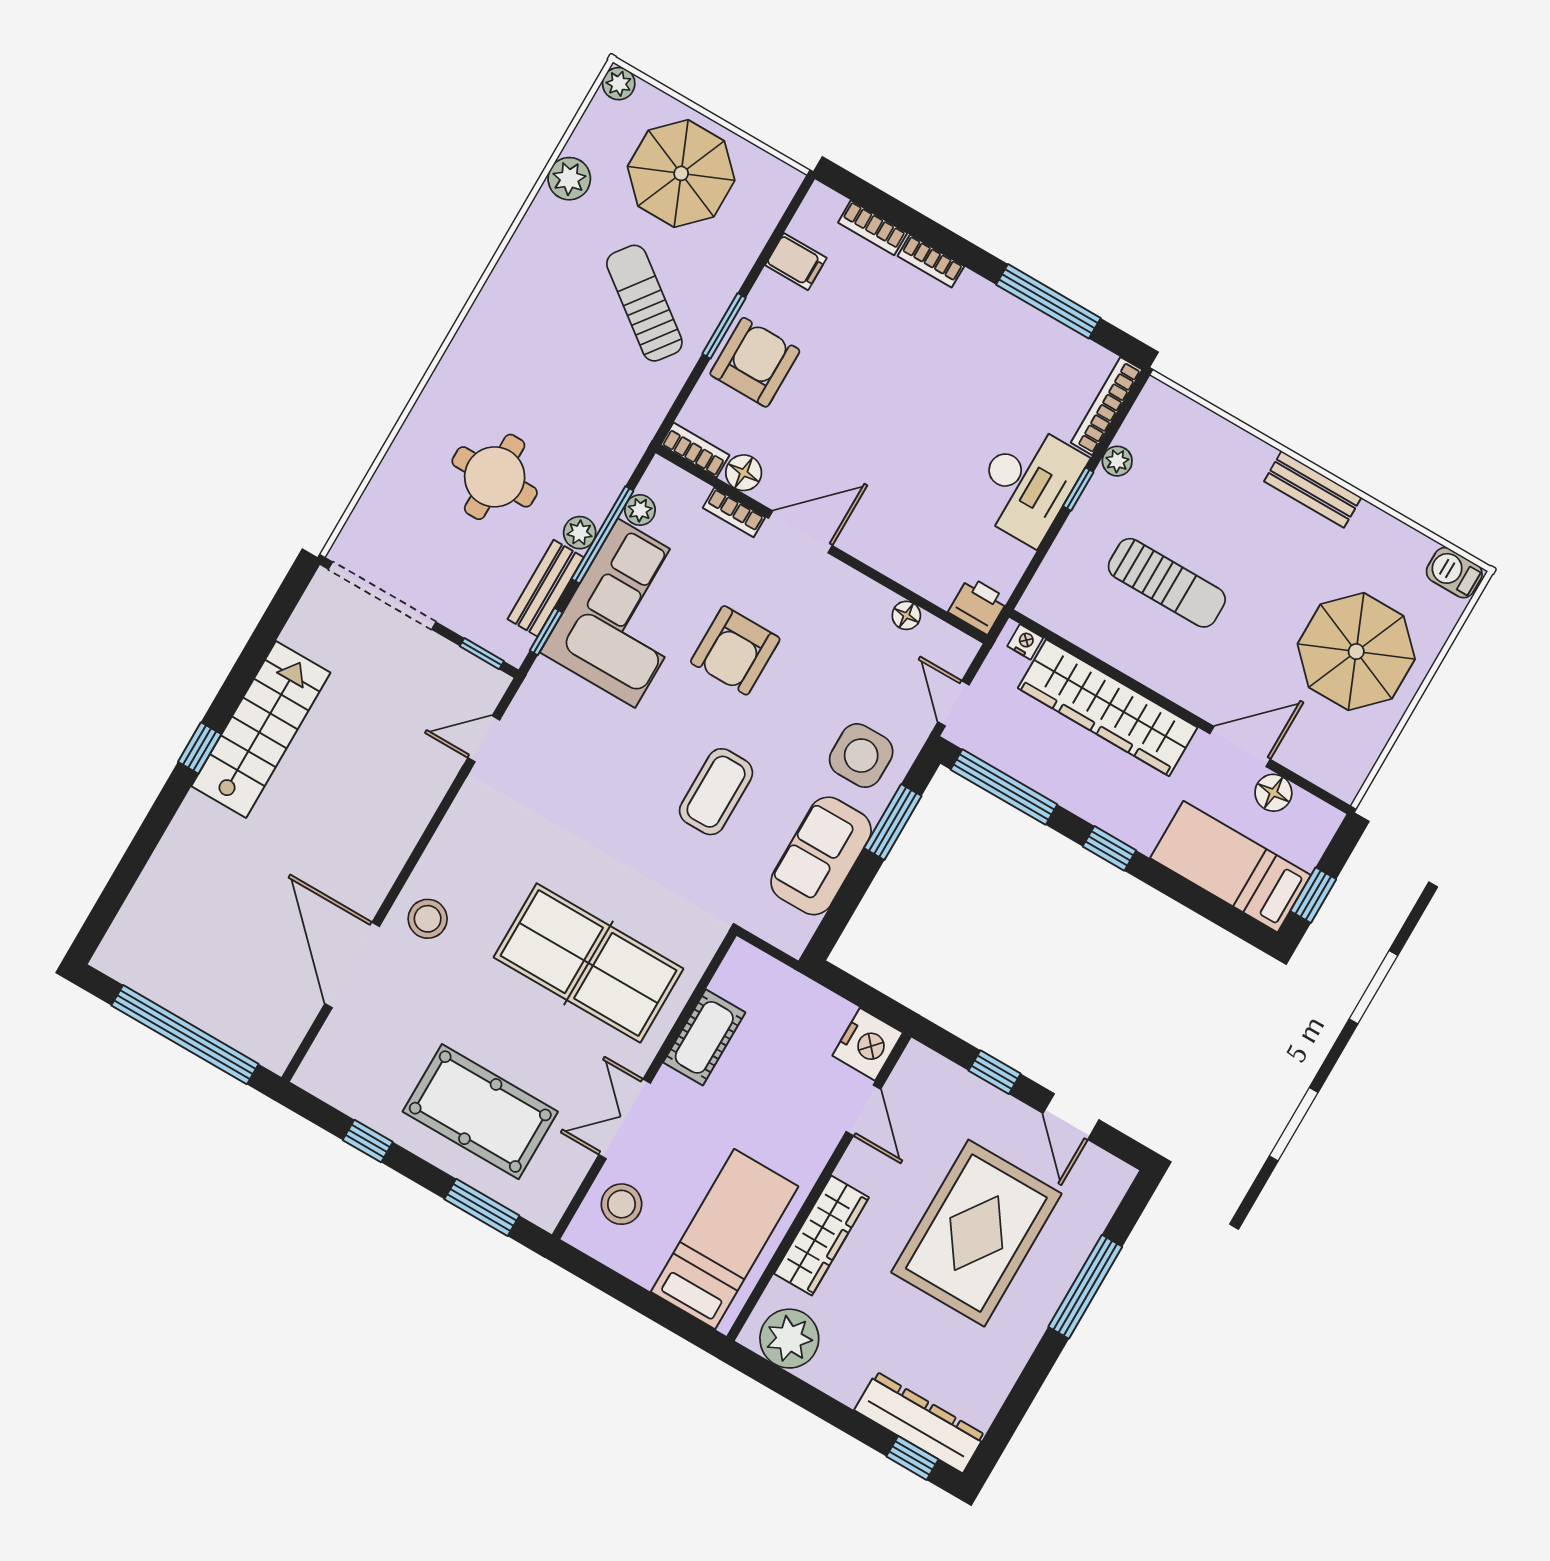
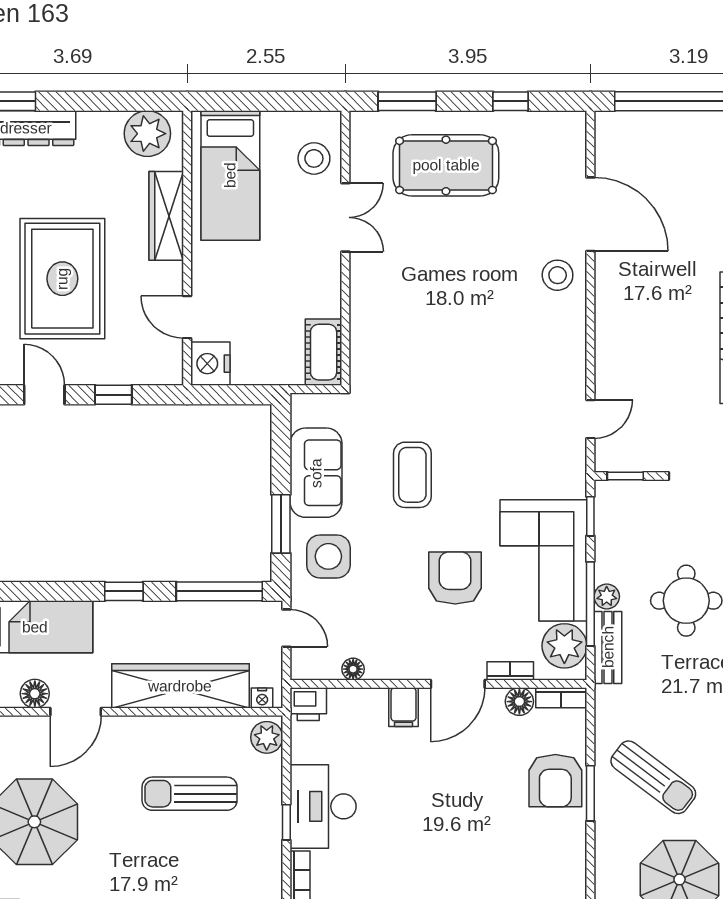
filing cabinet: (796, 262) -> (404, 707), moved, turned -90
plant: (1117, 461) -> (267, 737), moved, width x1.38, depth x1.38
plant: (640, 510) -> (564, 646), width x1.88, depth x1.88
bench: (546, 588) -> (608, 647), moved
table tennis table: (588, 963) -> (431, 309), removed
cot: (704, 1037) -> (324, 352), moved

